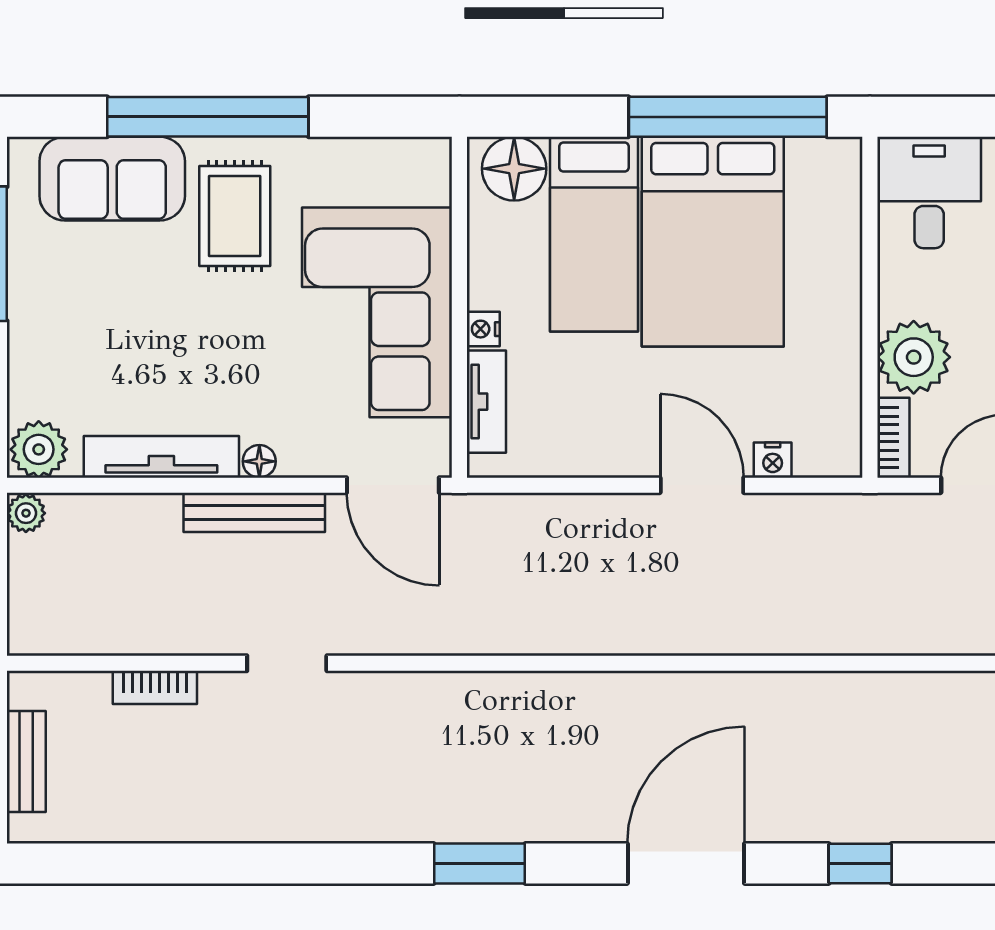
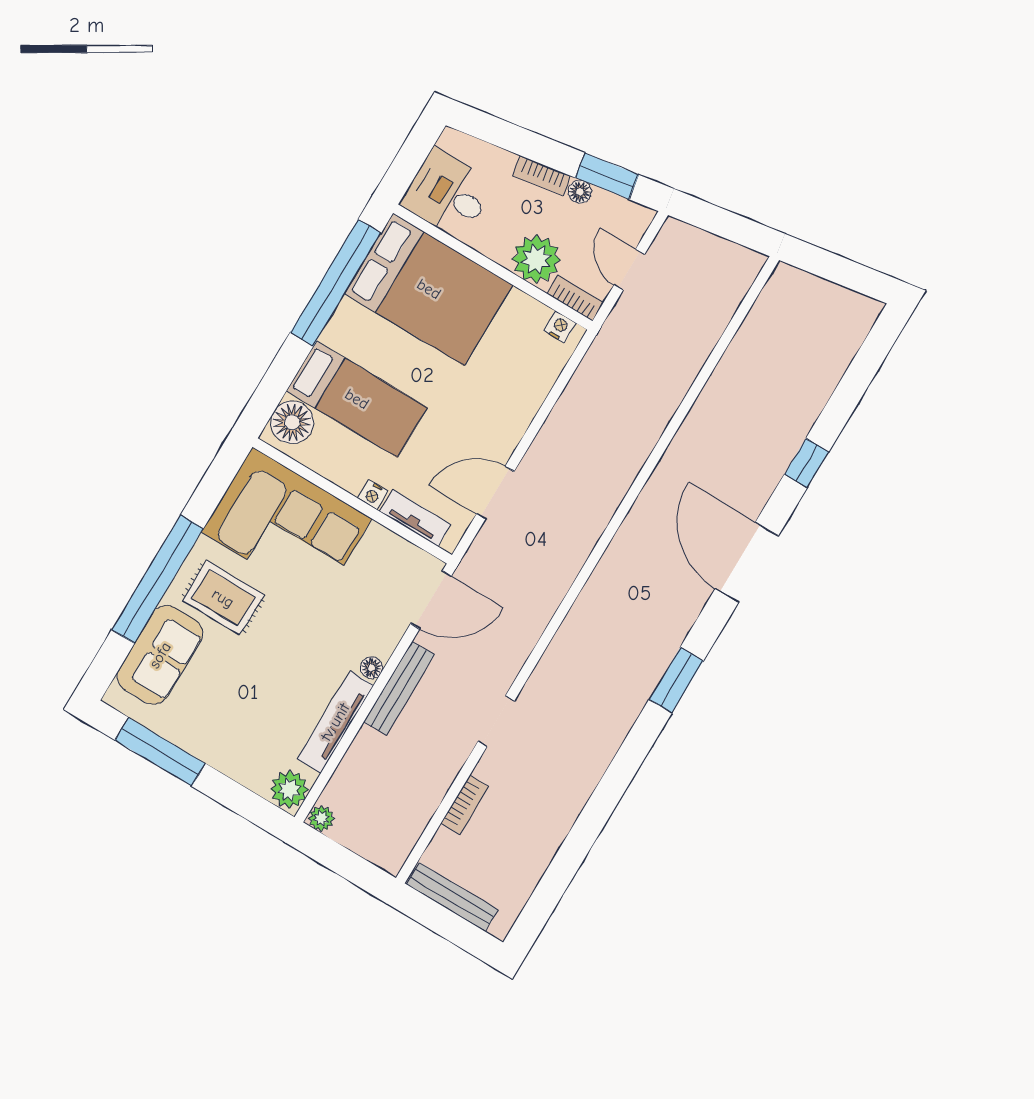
bed: (713, 242) -> (429, 289), moved
corner sofa: (377, 312) -> (287, 525), moved
nightstand: (773, 460) -> (560, 327), moved, turned -90
door: (702, 485) -> (495, 493), moved
bench: (26, 762) -> (452, 897), width x1.36

